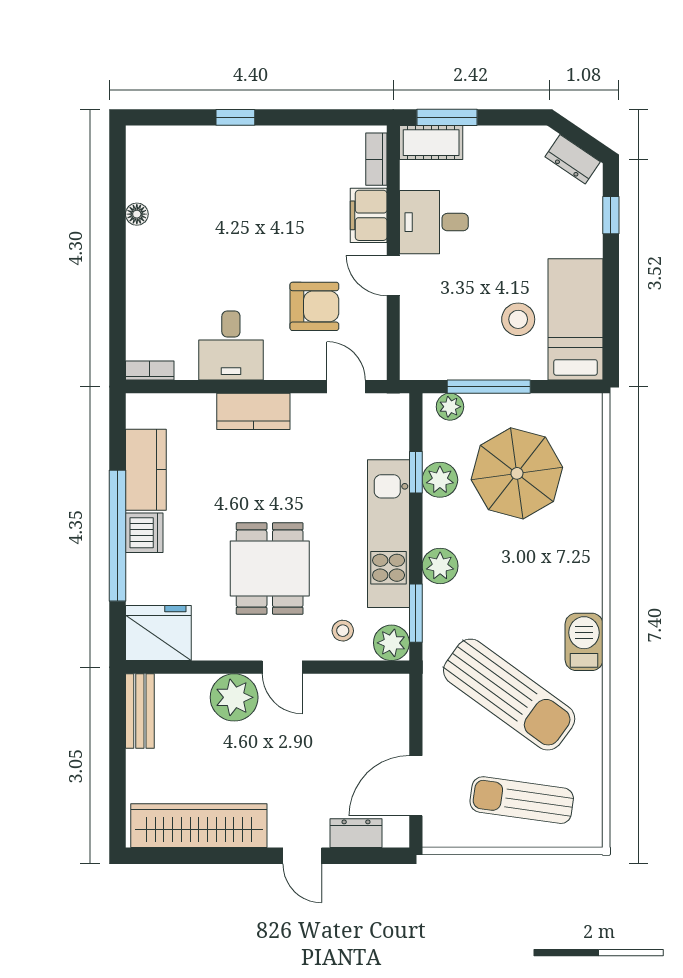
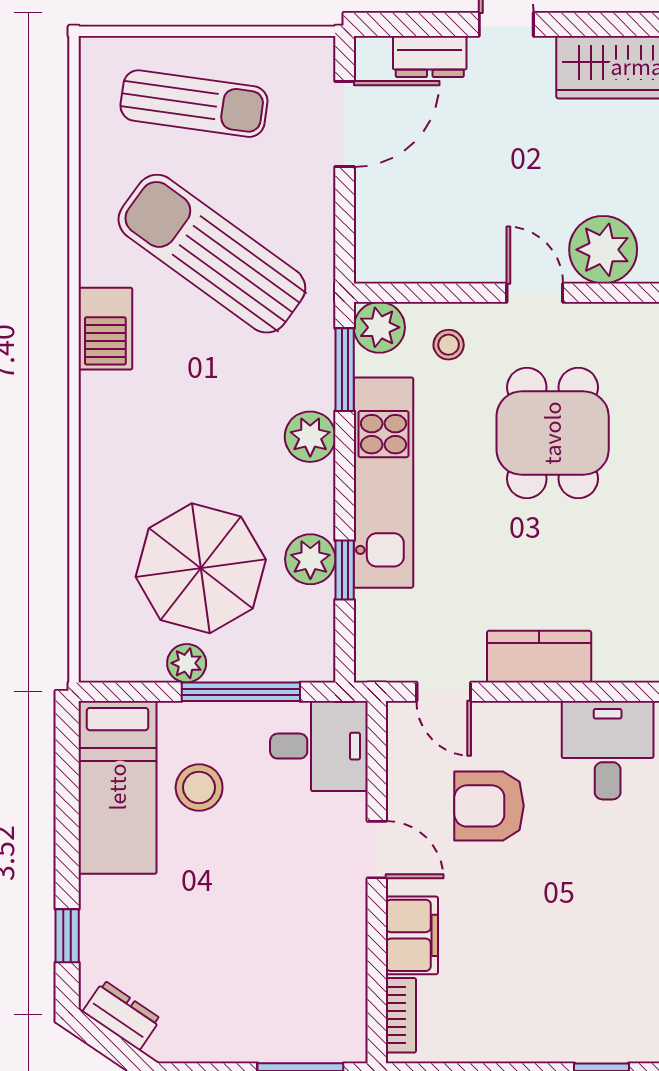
cot: (431, 143) -> (323, 1039), removed
desk: (434, 222) -> (319, 746), moved
plant: (450, 407) -> (187, 663), moved
kitchen counter: (253, 411) -> (539, 657), moved

